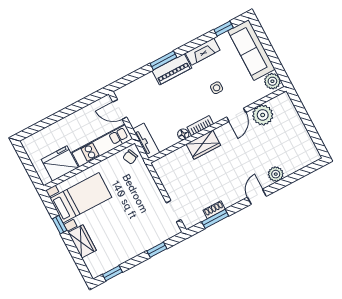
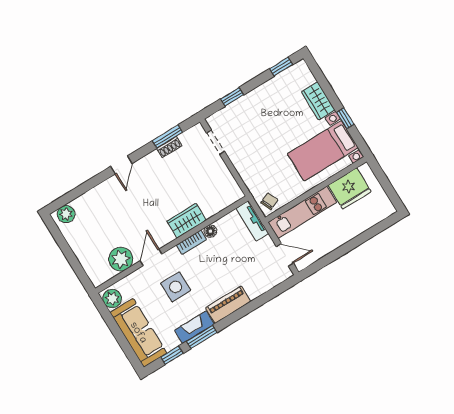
window: (163, 60) -> (202, 337), moved
side table: (217, 88) -> (176, 287), width x1.87, depth x1.87
plant: (276, 174) -> (66, 214), moved

